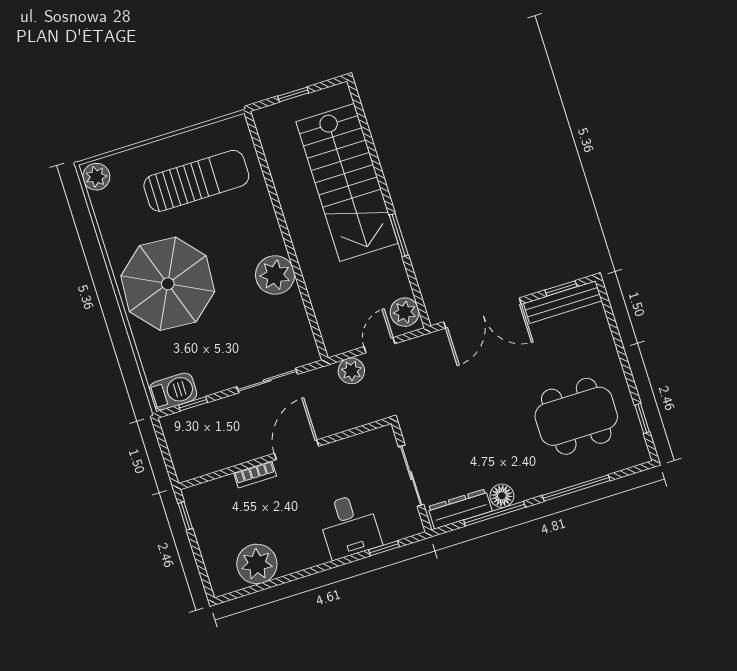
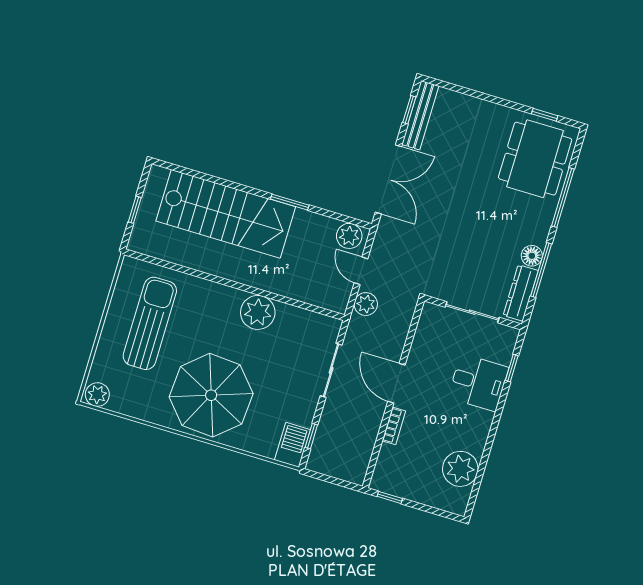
dining table: (576, 416) -> (535, 159), moved

